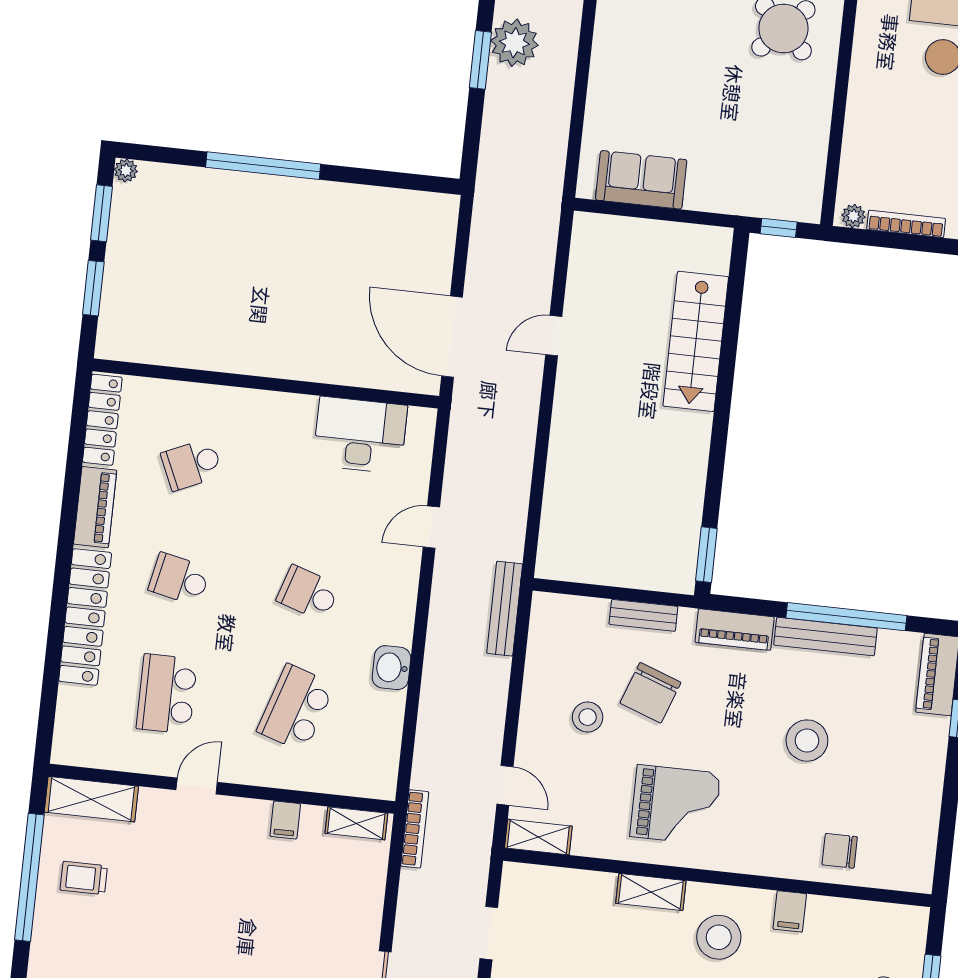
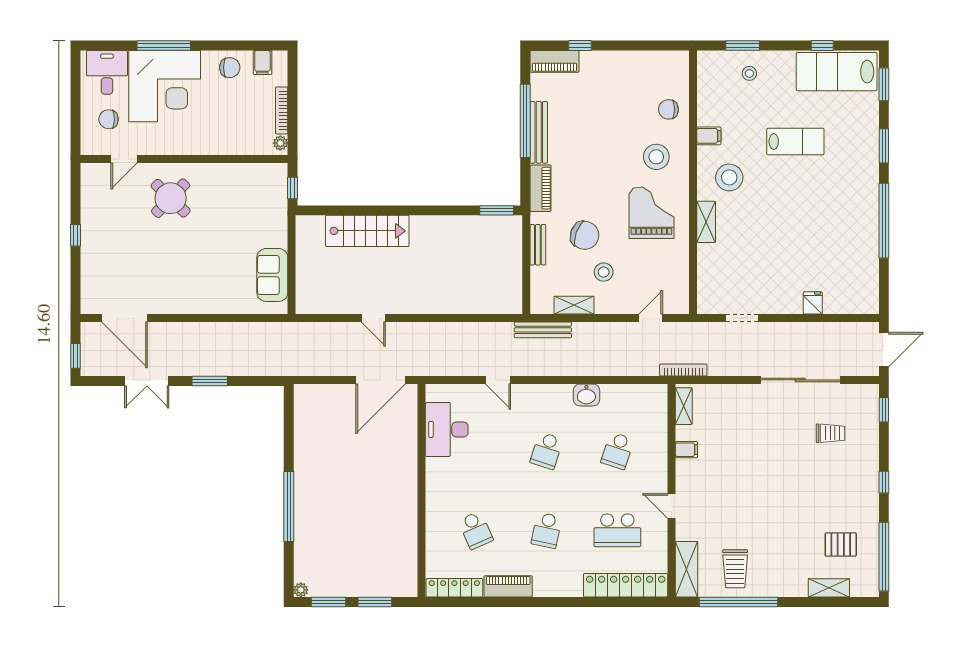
plant: (514, 43) -> (197, 361), removed
locker: (85, 617) -> (626, 585), moved
school desk: (296, 708) -> (617, 451), width x0.54
stool: (807, 741) -> (656, 157), moved
shelving: (538, 837) -> (574, 305), moved, turned 90
chair: (840, 851) -> (668, 109), turned 90
trolley: (84, 878) -> (735, 569), width x1.36, depth x1.39

